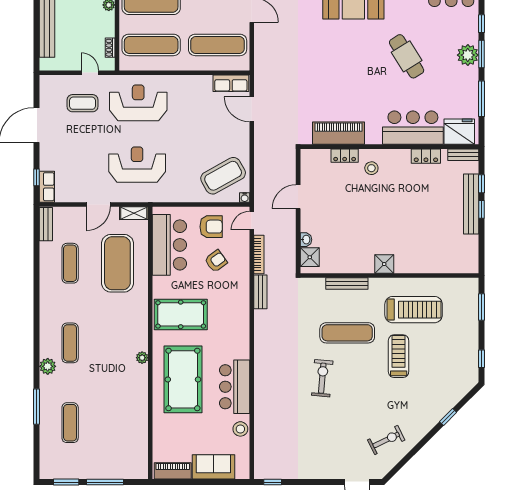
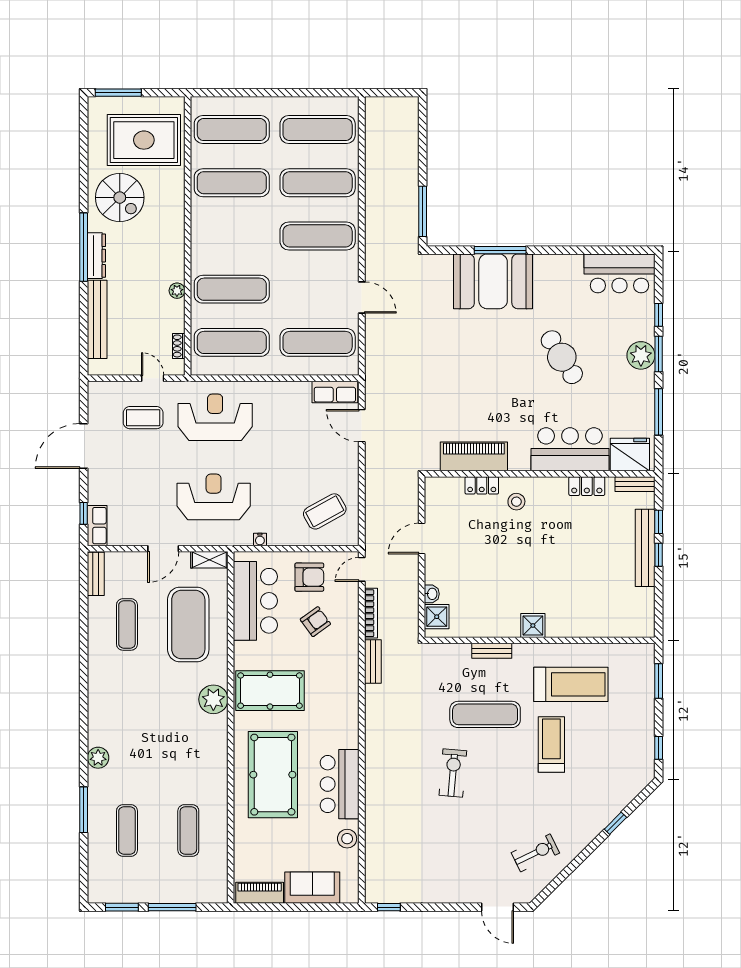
coffee table: (223, 176) -> (325, 511), width x0.73, depth x0.76
water cooler: (245, 197) -> (260, 539), moved
bench: (347, 284) -> (492, 651), width x0.73
exercise mat: (70, 343) -> (188, 830), moved
plant: (142, 358) -> (213, 699), moved, width x1.87, depth x1.87

